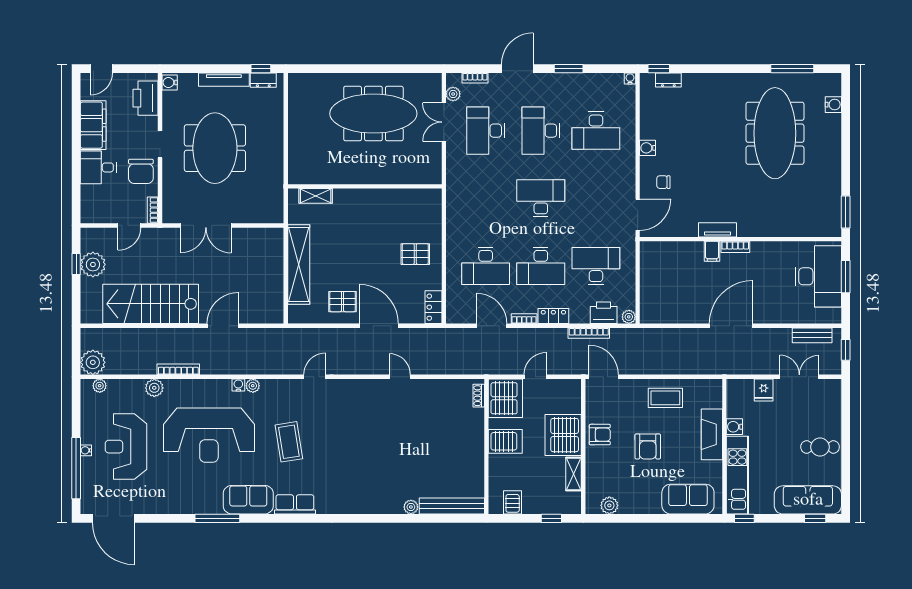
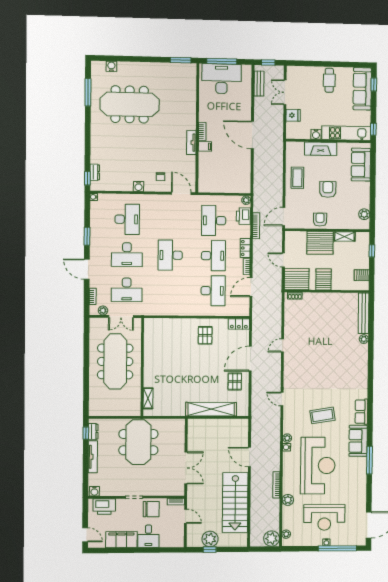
meeting table: (215, 148) -> (138, 442), moved, turned 90
wall: (365, 186) -> (142, 367), moved
shelving: (316, 196) -> (148, 398), moved
window: (846, 277) -> (222, 61), width x1.44
armchair: (648, 446) -> (328, 189), turned -90

